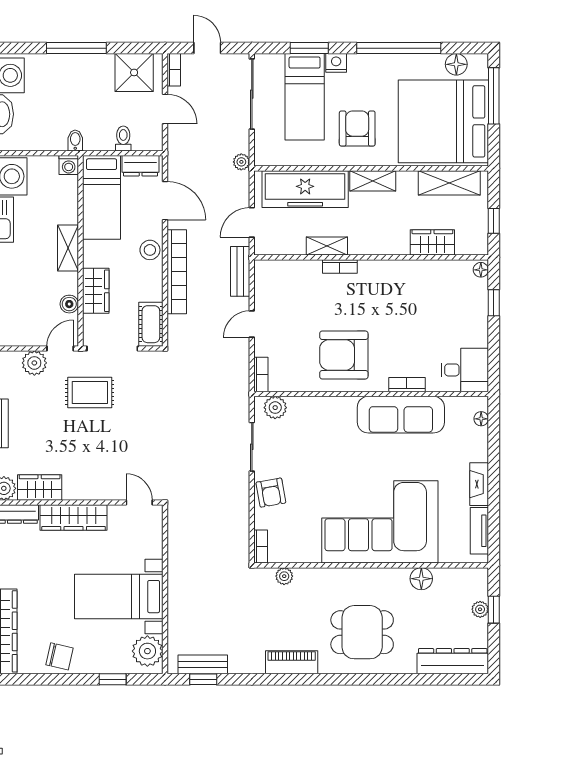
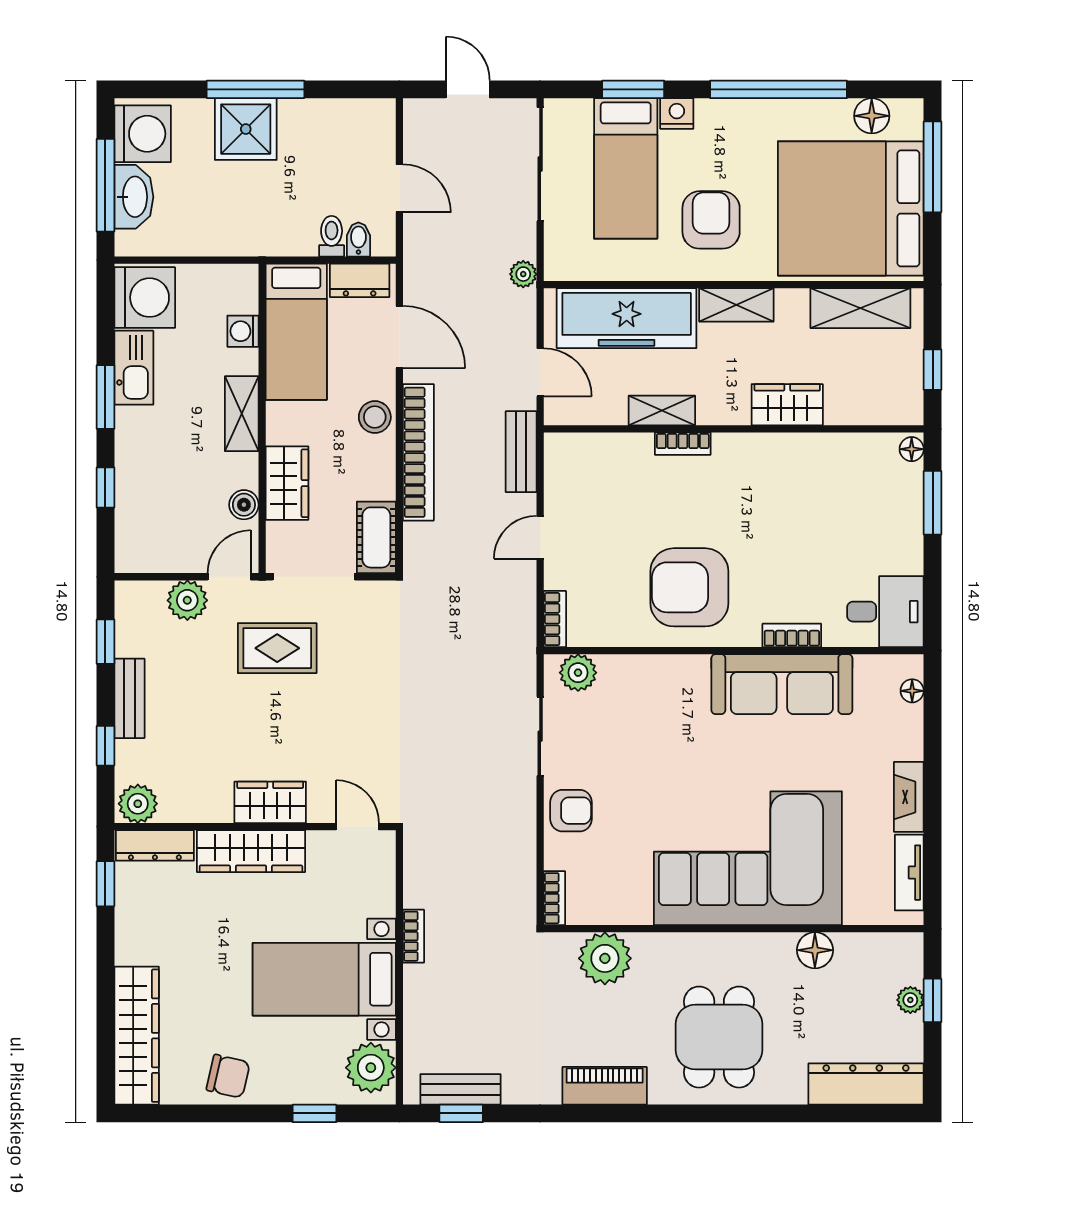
bookcase: (174, 70) -> (413, 936), moved
shower: (134, 72) -> (246, 129), moved
bidet: (75, 140) -> (358, 239), moved
washing machine: (69, 165) -> (243, 331), moved, turned 90
door: (252, 222) -> (540, 372), swing flipped
wardrobe: (432, 242) -> (787, 405), moved
window: (494, 303) -> (933, 503), width x1.50
wardrobe: (40, 488) -> (270, 802), moved
armchair: (271, 493) -> (571, 811), turned -80
plant: (284, 576) -> (605, 958), width x1.87, depth x1.87
dining table: (362, 632) -> (719, 1037), turned 90

